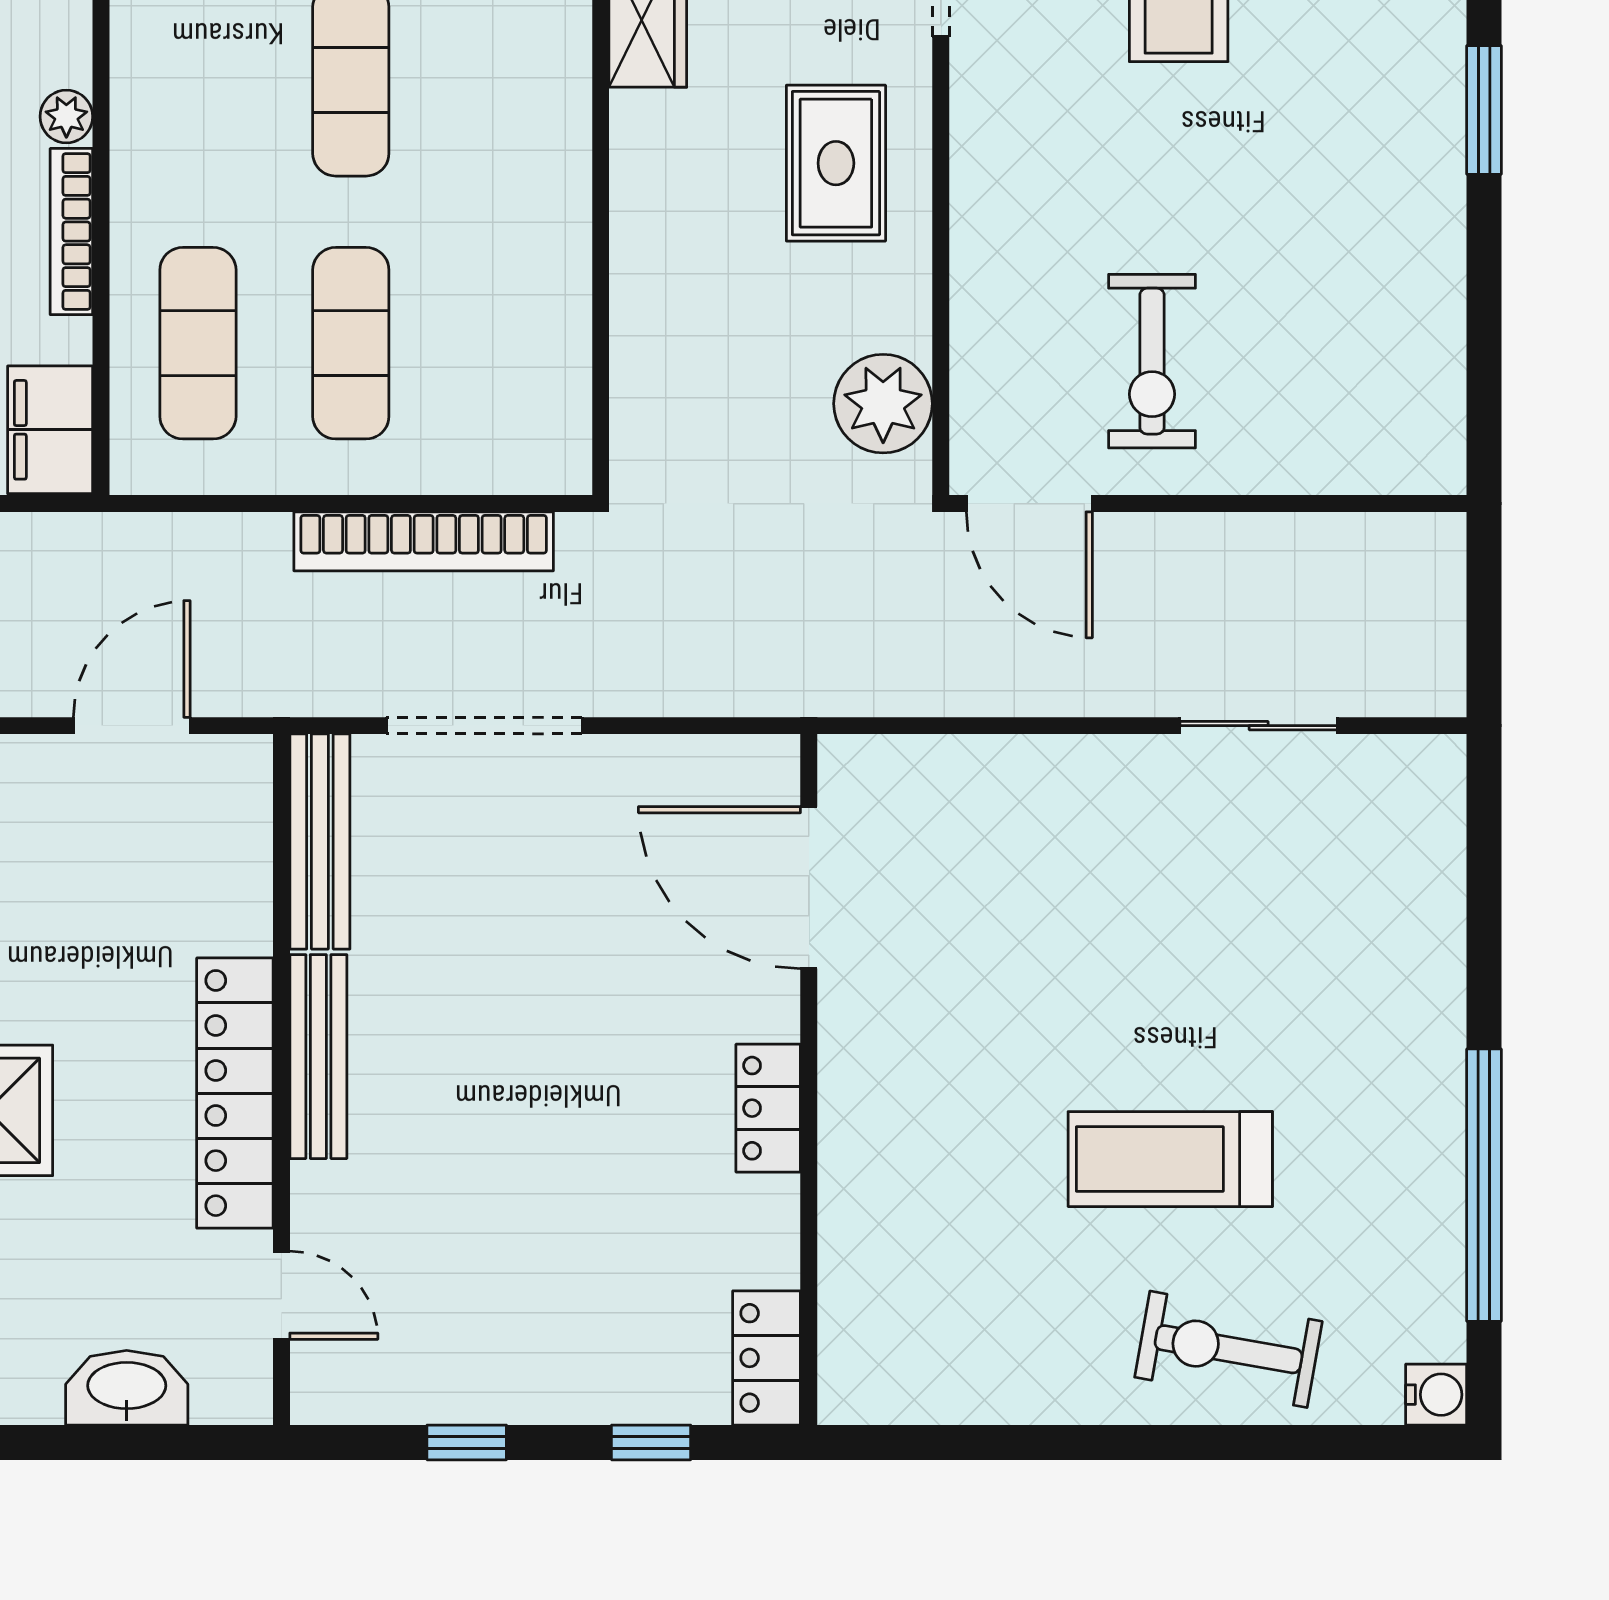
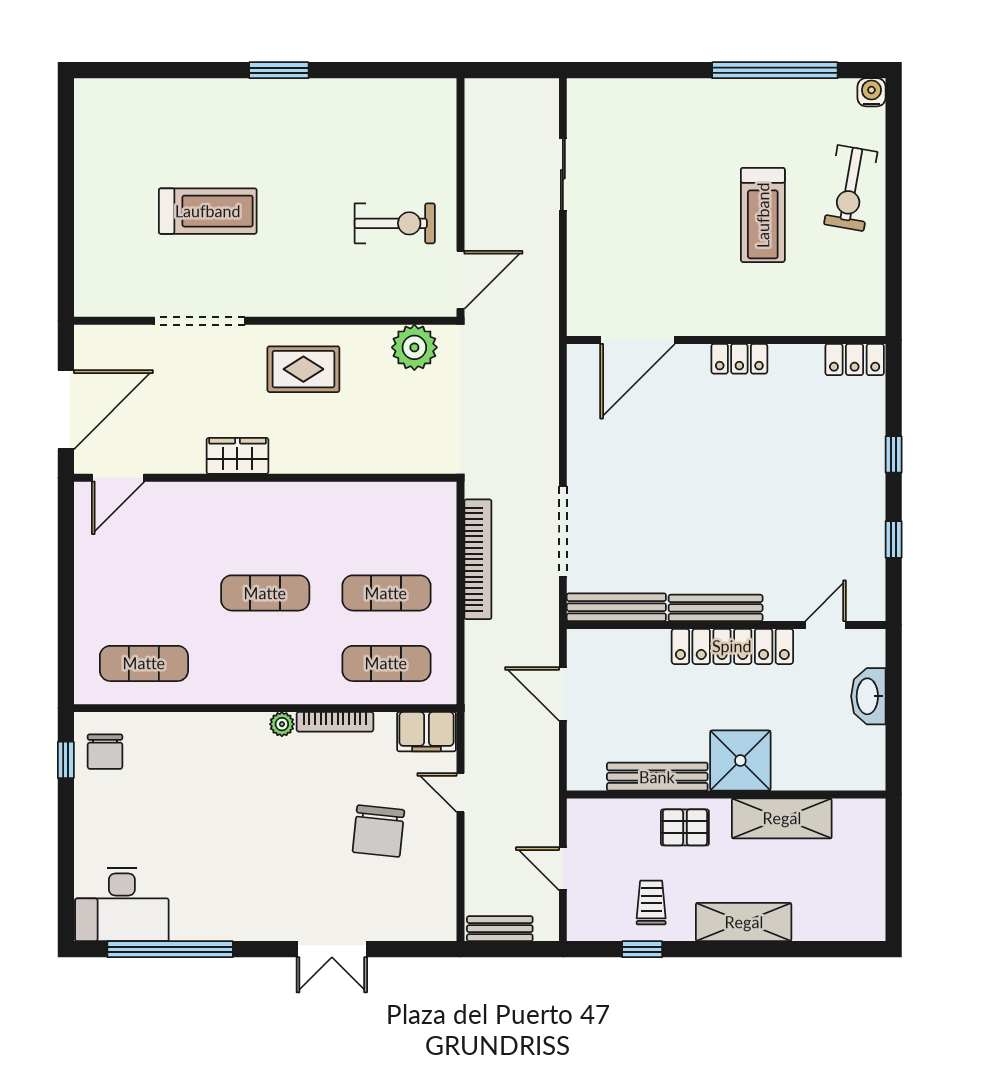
door: (809, 888) -> (638, 340), moved
wall: (809, 1080) -> (726, 340), moved
locker: (768, 1108) -> (739, 359), moved
locker: (767, 1358) -> (855, 360), moved

